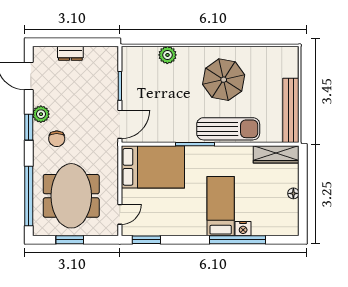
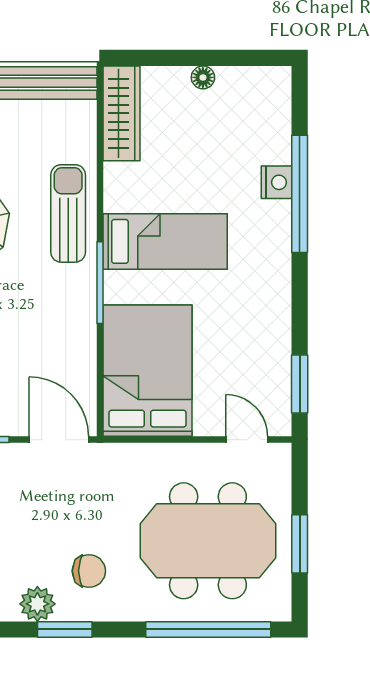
sun lounger: (228, 129) -> (68, 213), width x0.73, depth x0.75
bed: (221, 206) -> (165, 241), moved, turned 180

